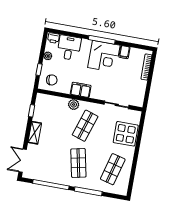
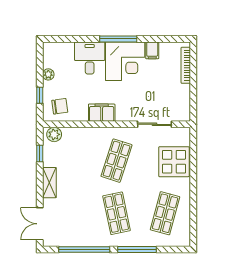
printer: (54, 38) -> (52, 49), removed
desk: (69, 48) -> (90, 58), moved
plant: (74, 104) -> (54, 134), moved

